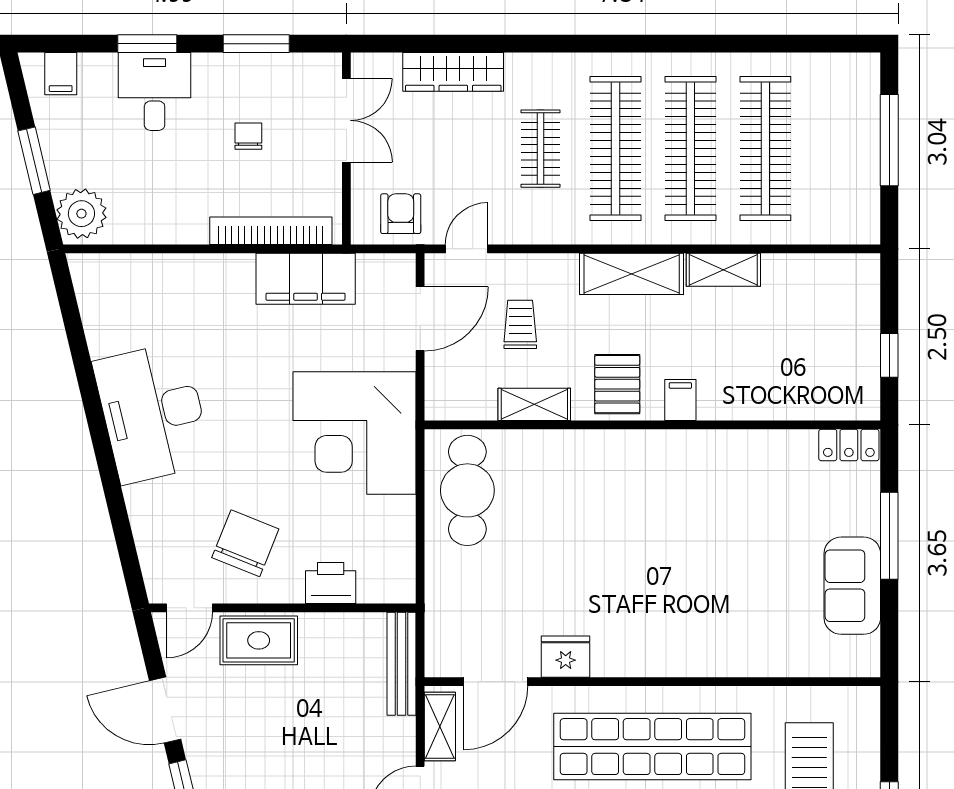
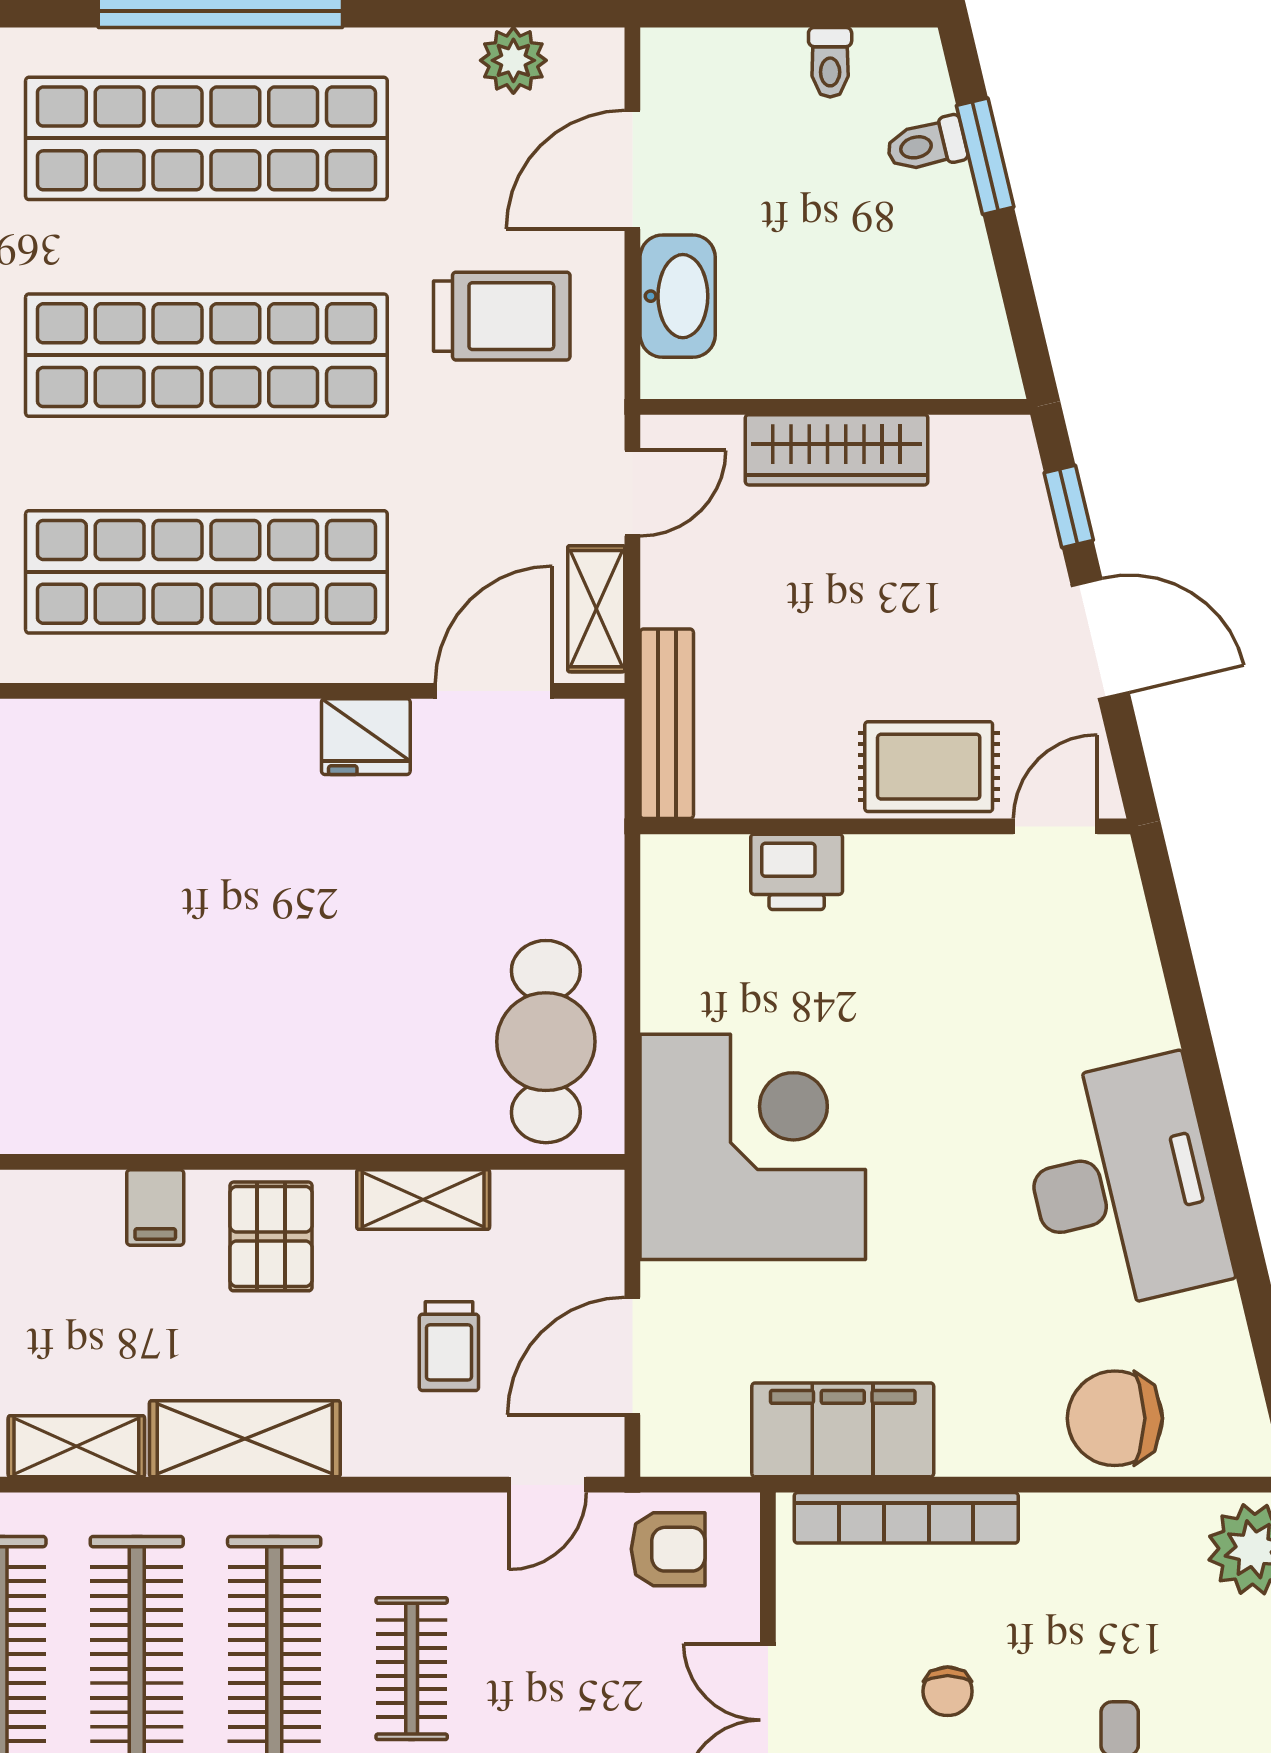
armchair: (401, 214) -> (668, 1549), turned -90
chair: (245, 543) -> (1115, 1418), moved, turned 68

